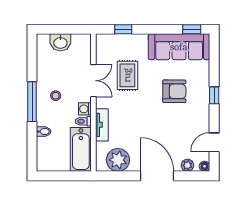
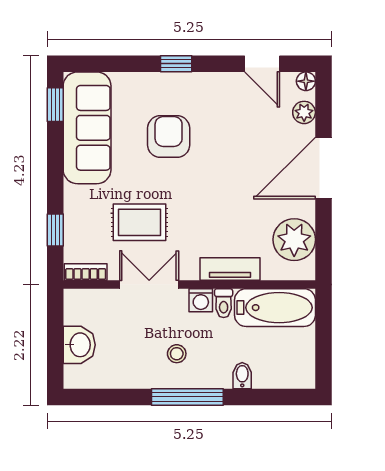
bookcase: (100, 46) -> (86, 272), added

